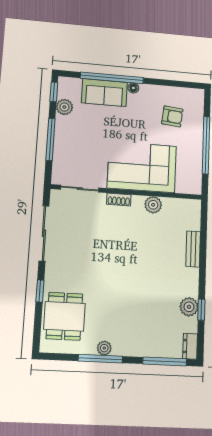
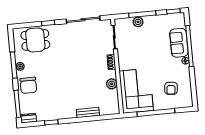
plant: (64, 107) -> (138, 22), moved
corner sofa: (142, 167) -> (136, 91), moved
plant: (189, 307) -> (52, 114), removed
chair: (137, 339) -> (28, 85), added

